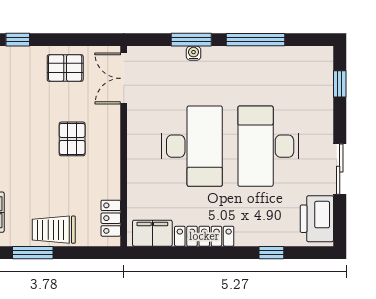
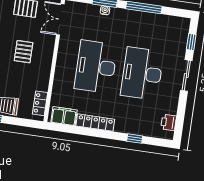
desk: (192, 146) -> (96, 67), turned 180
sliding door: (340, 169) -> (186, 76), moved
printer: (317, 219) -> (169, 122), width x0.53, depth x0.68

